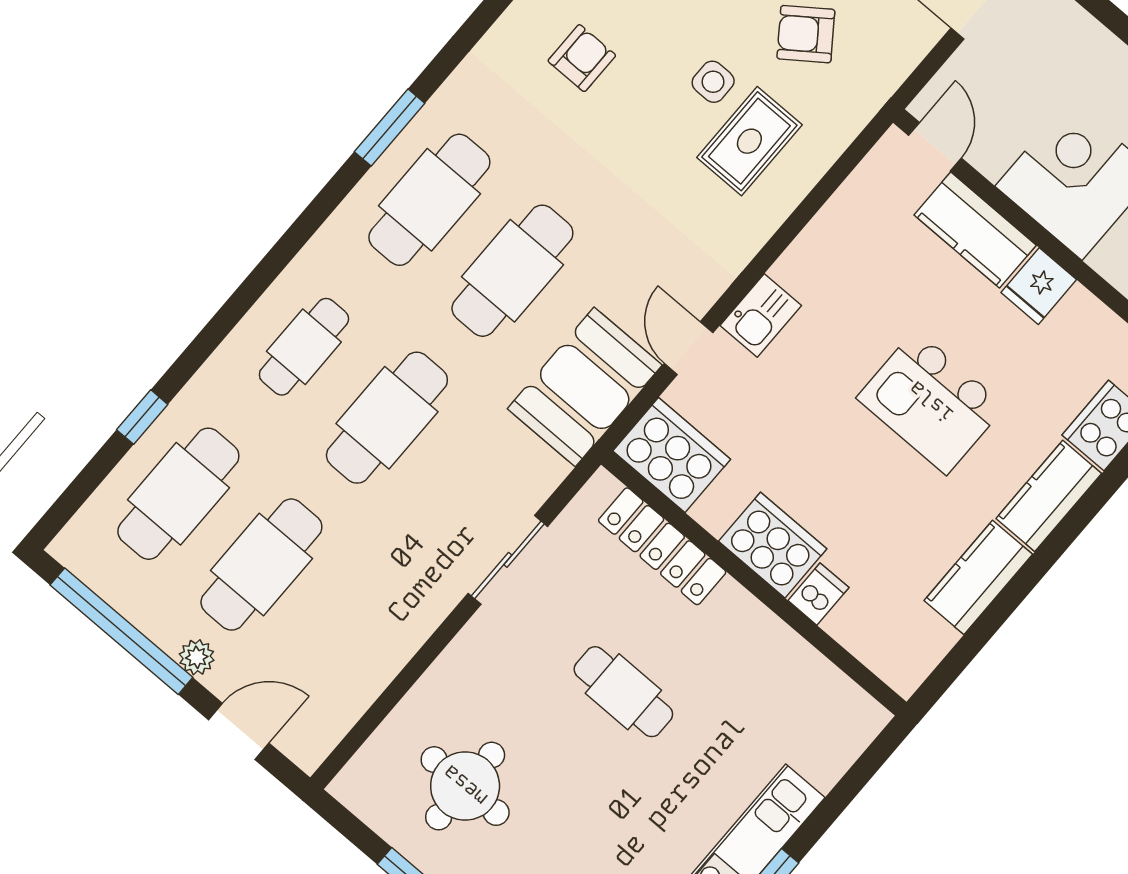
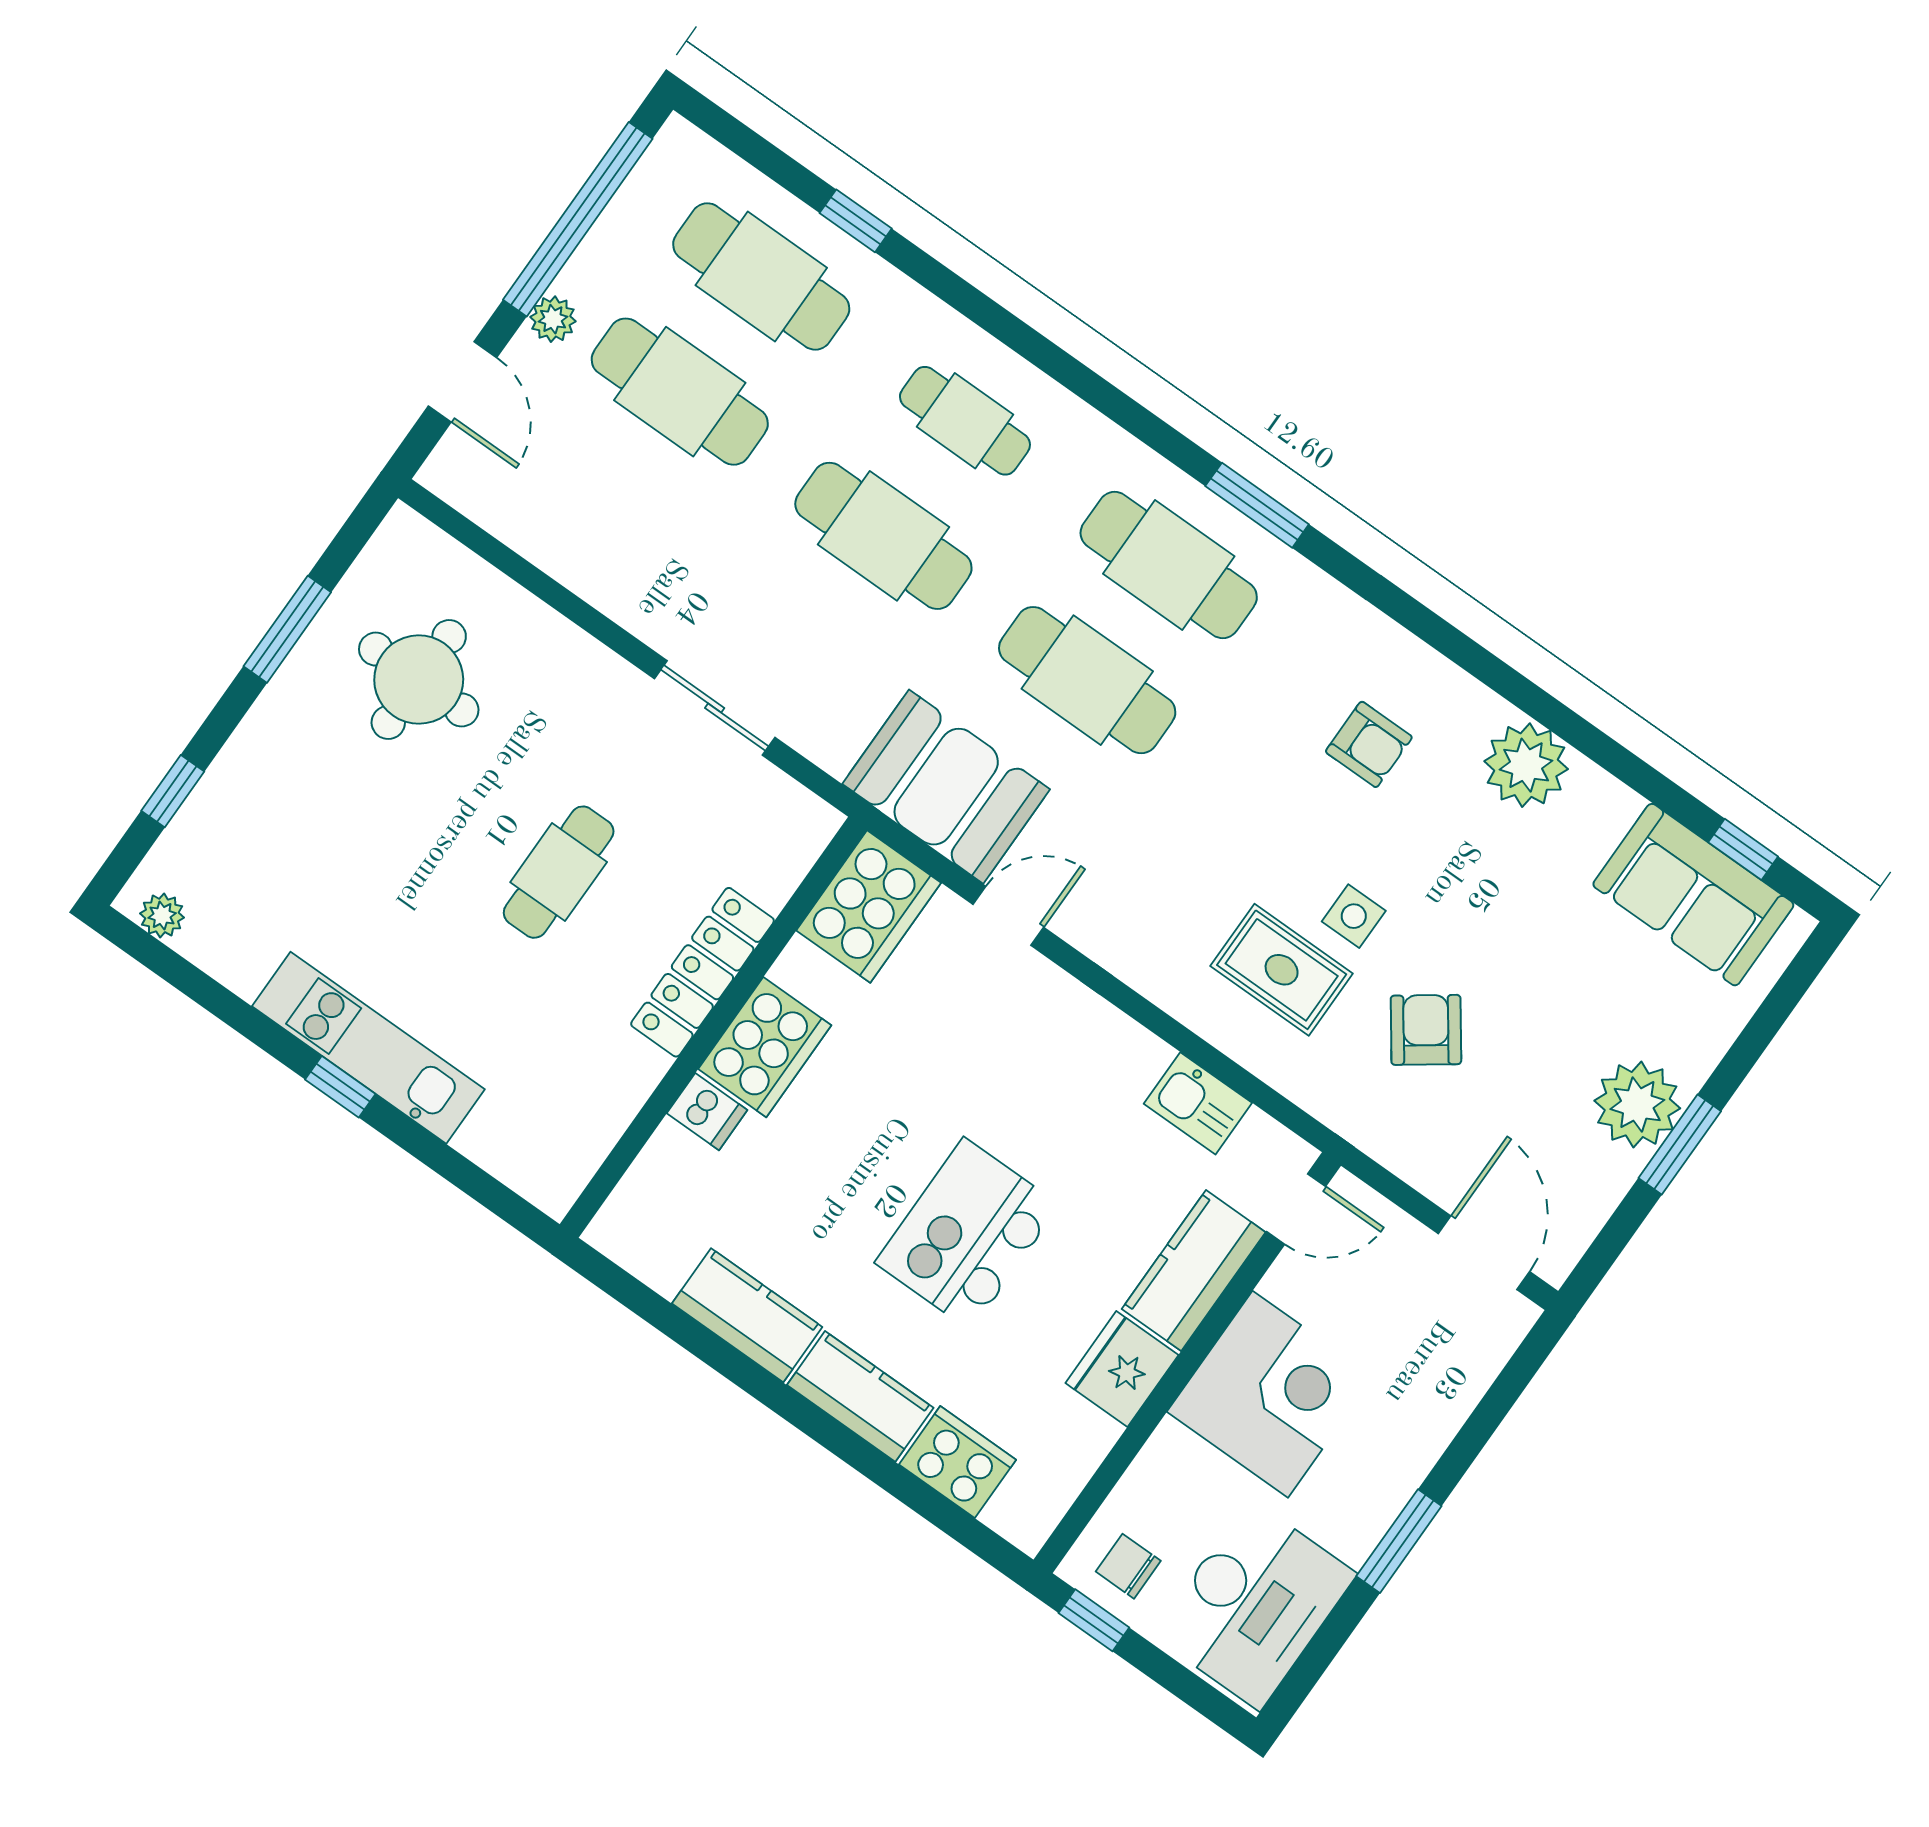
fridge: (1039, 286) -> (1122, 1369), width x1.38
kitchen sink: (761, 315) -> (1198, 1103), moved
locker: (662, 546) -> (702, 972), moved

